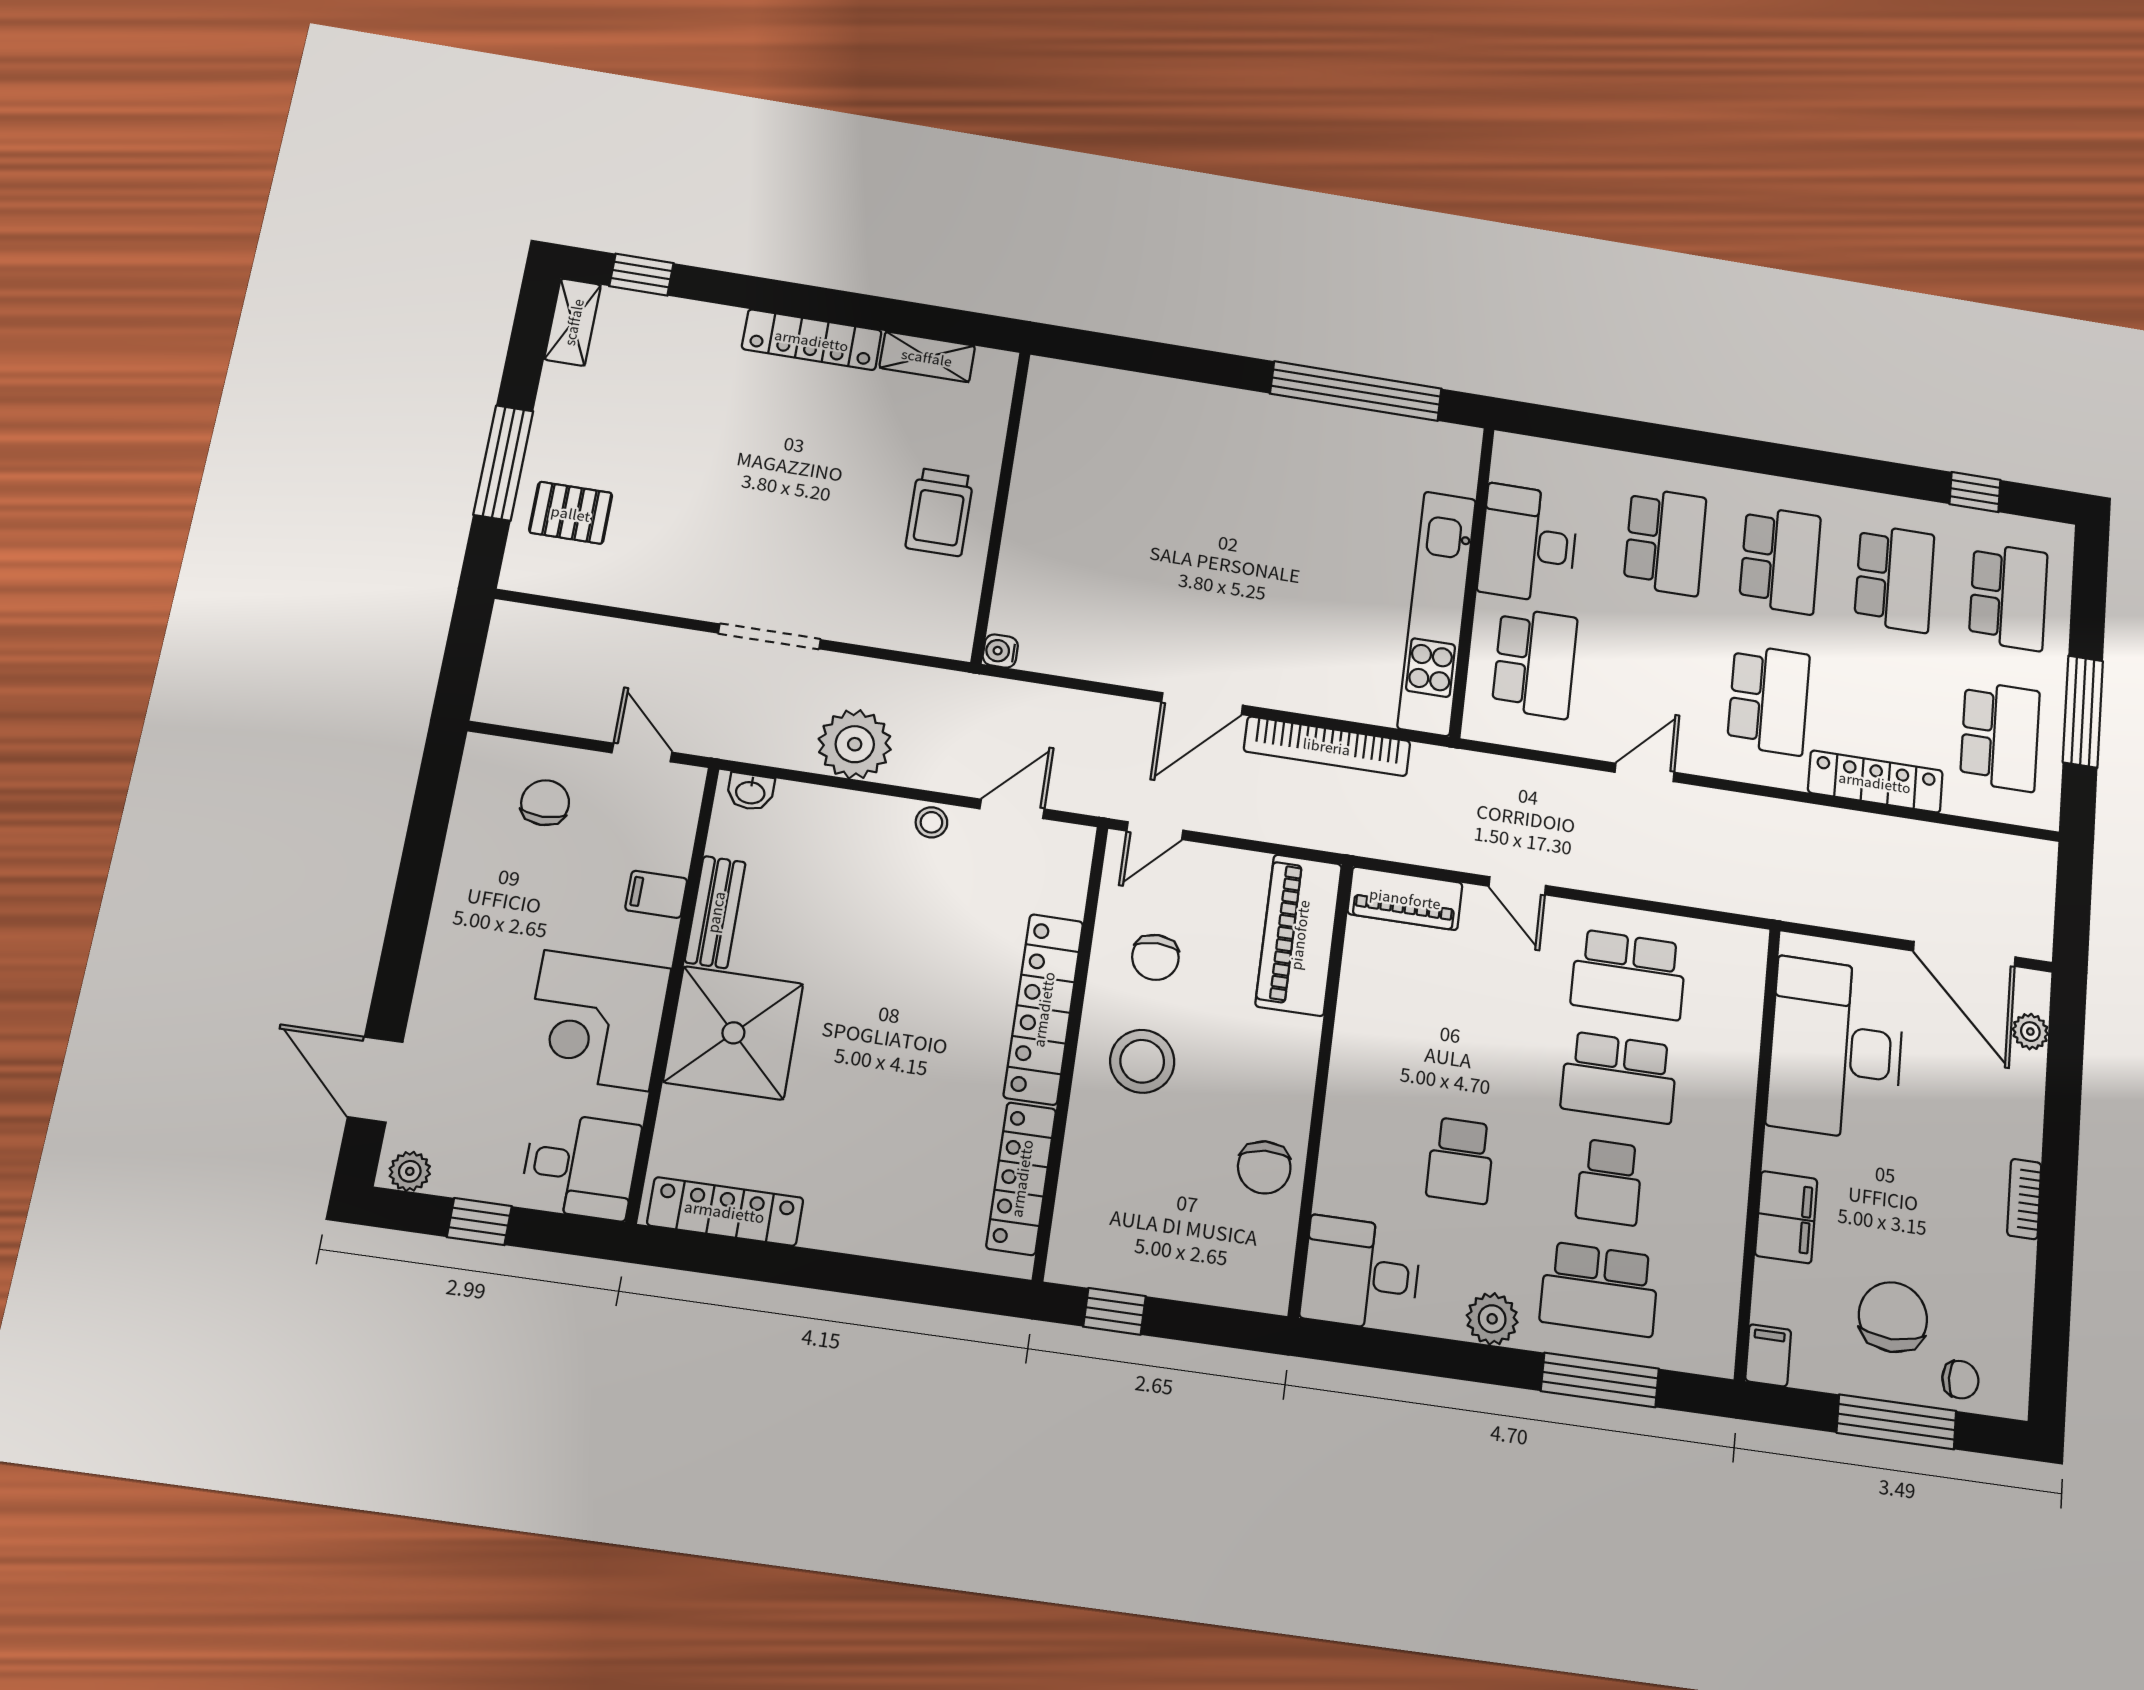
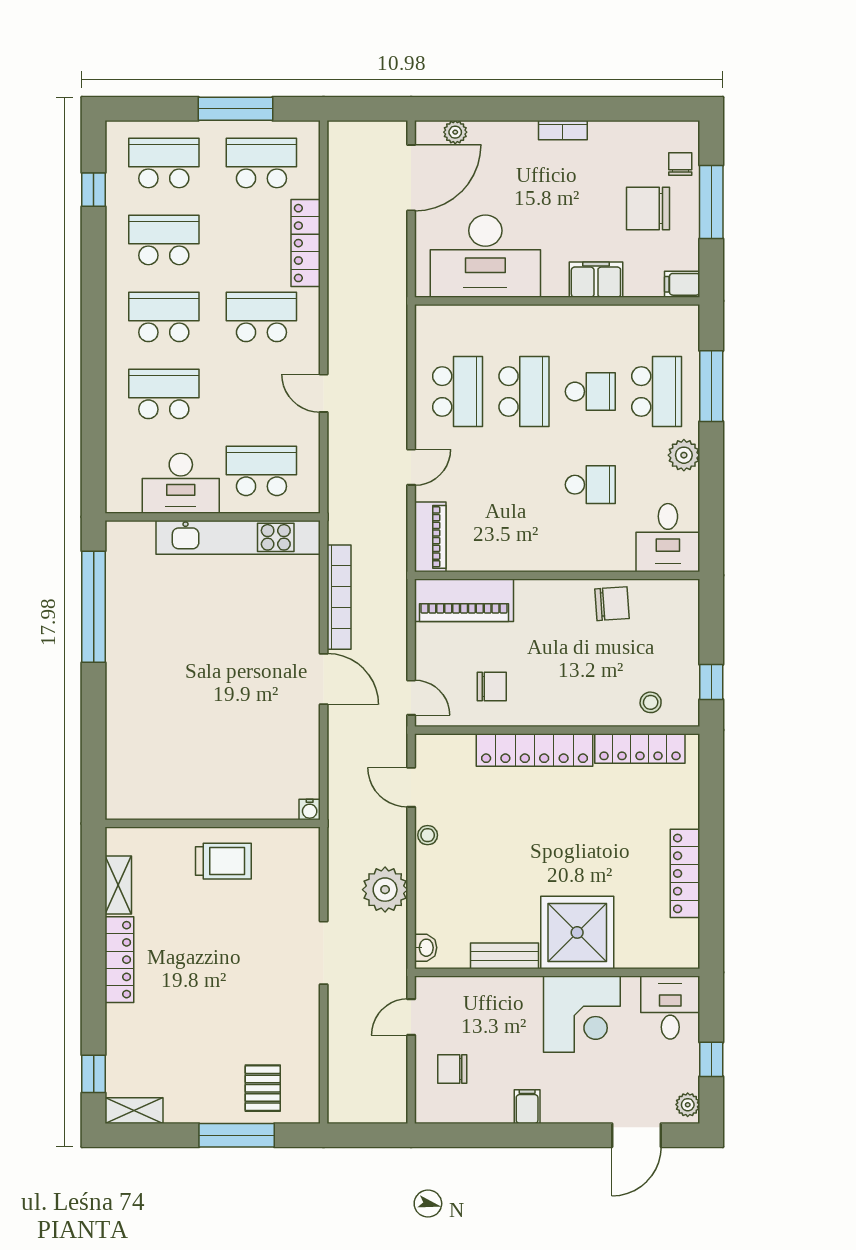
filing cabinet: (656, 894) -> (527, 1107), moved, turned 180
stool: (1142, 1061) -> (651, 702), moved, width x0.53, depth x0.53
locker: (725, 1211) -> (685, 873), moved

